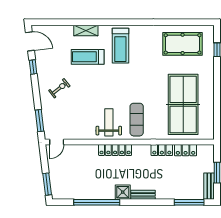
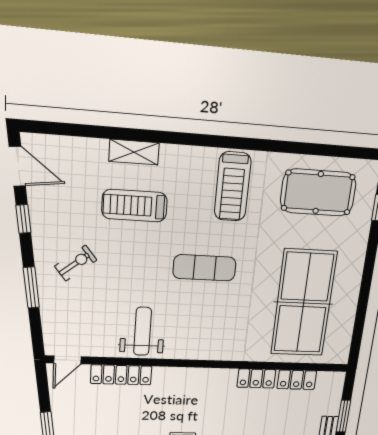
treadmill: (120, 46) -> (233, 187), moved
exercise mat: (137, 120) -> (204, 268), moved, turned 90
window: (39, 121) -> (31, 288), moved
weight bench: (109, 122) -> (142, 331), moved
locker: (115, 150) -> (121, 375), moved

